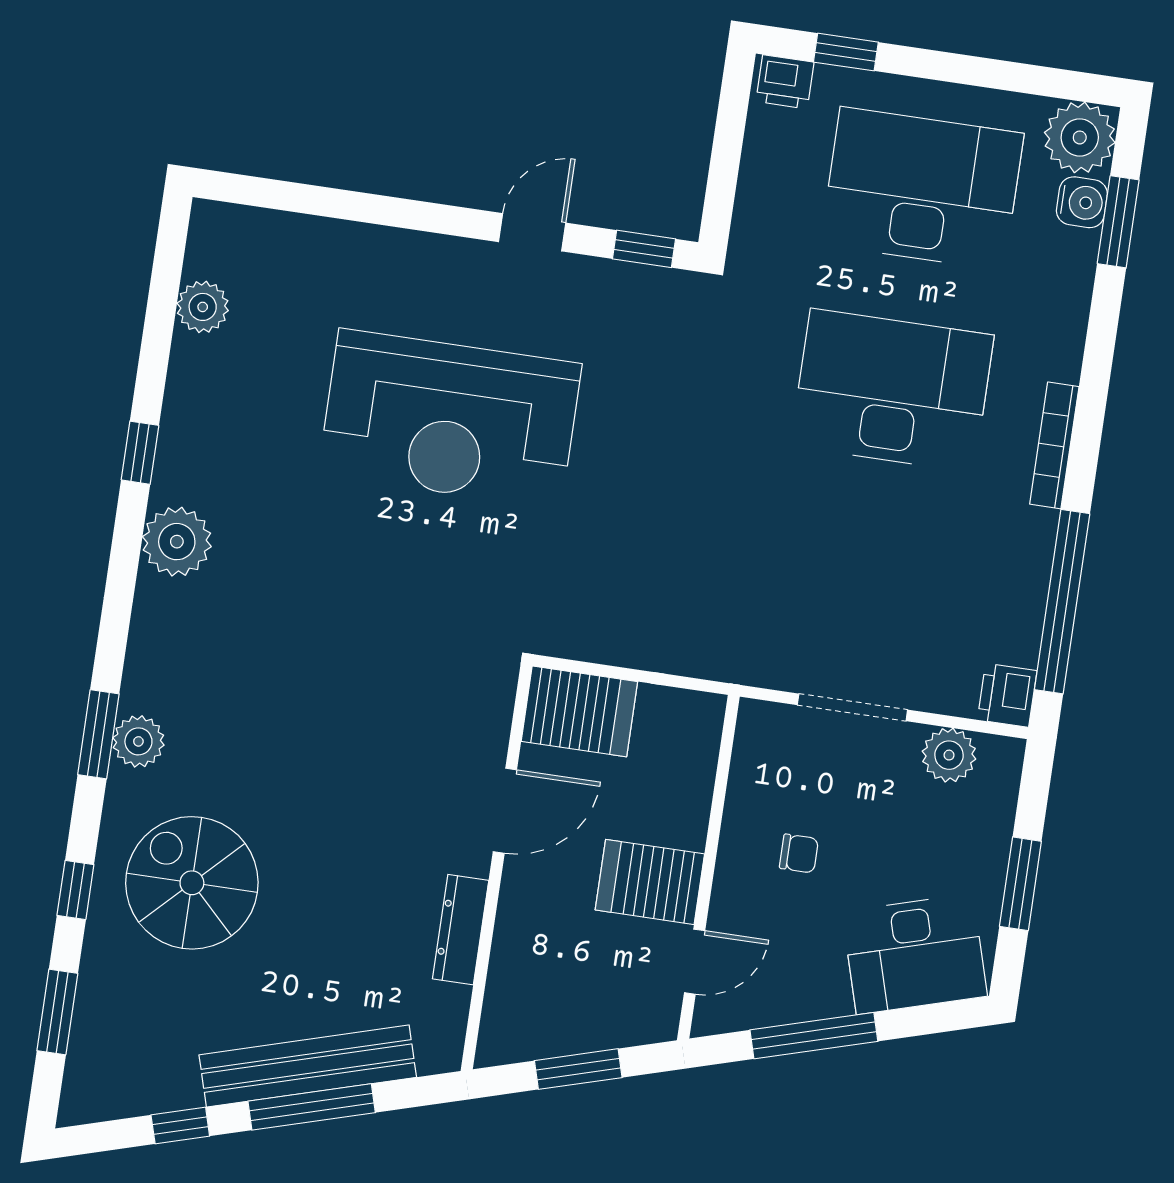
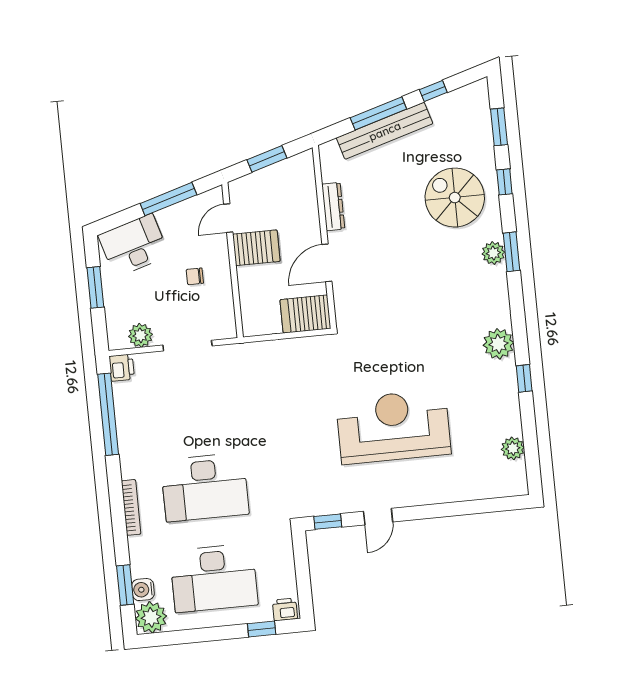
bookcase: (1054, 445) -> (131, 507), moved
spiral stairs: (192, 883) -> (455, 198), turned 180

